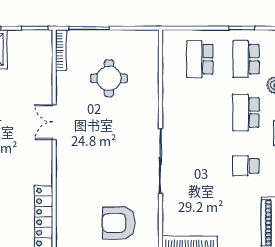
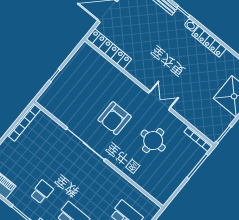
round table: (109, 78) -> (153, 141), moved
armchair: (119, 223) -> (115, 118), moved, turned 180

